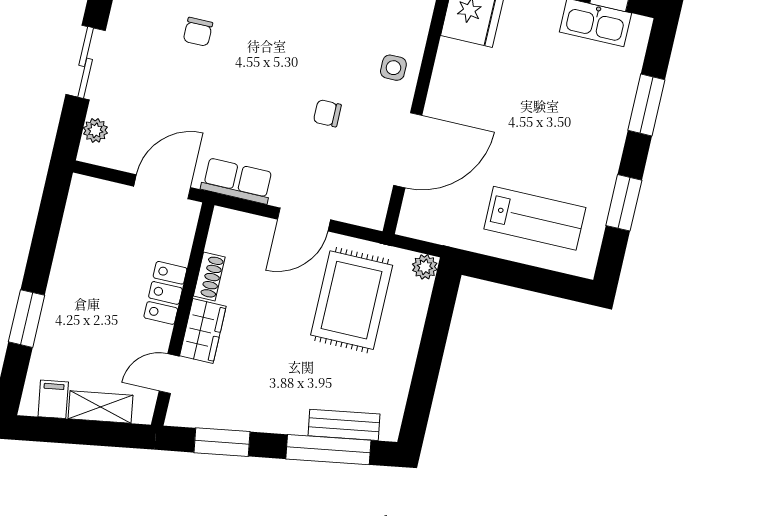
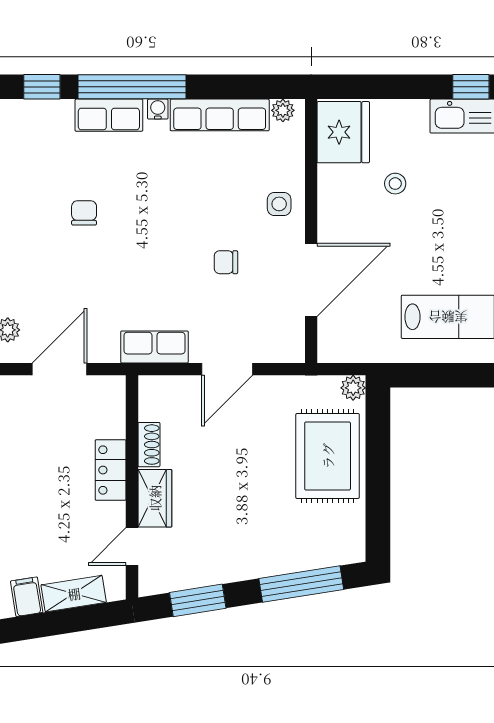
chair: (198, 32) -> (84, 213), turned 180
stool: (513, 74) -> (395, 184), added
door: (162, 187) -> (59, 369), moved
rug: (352, 300) -> (328, 456), moved
bench: (344, 425) -> (311, 557), removed

